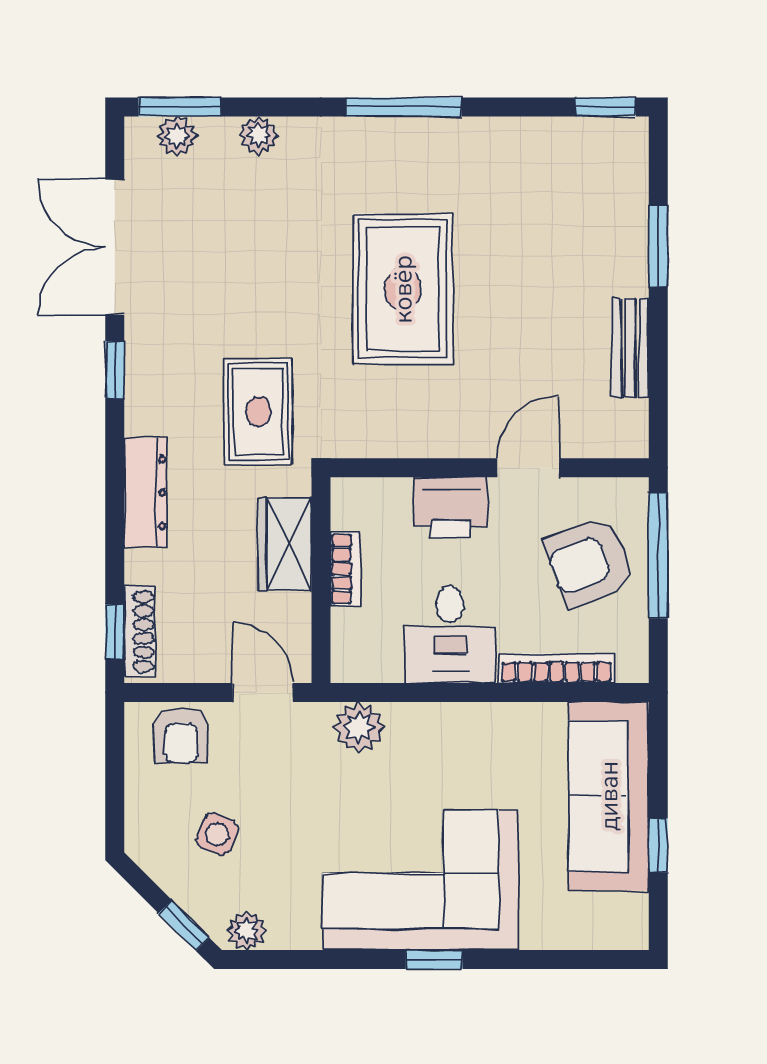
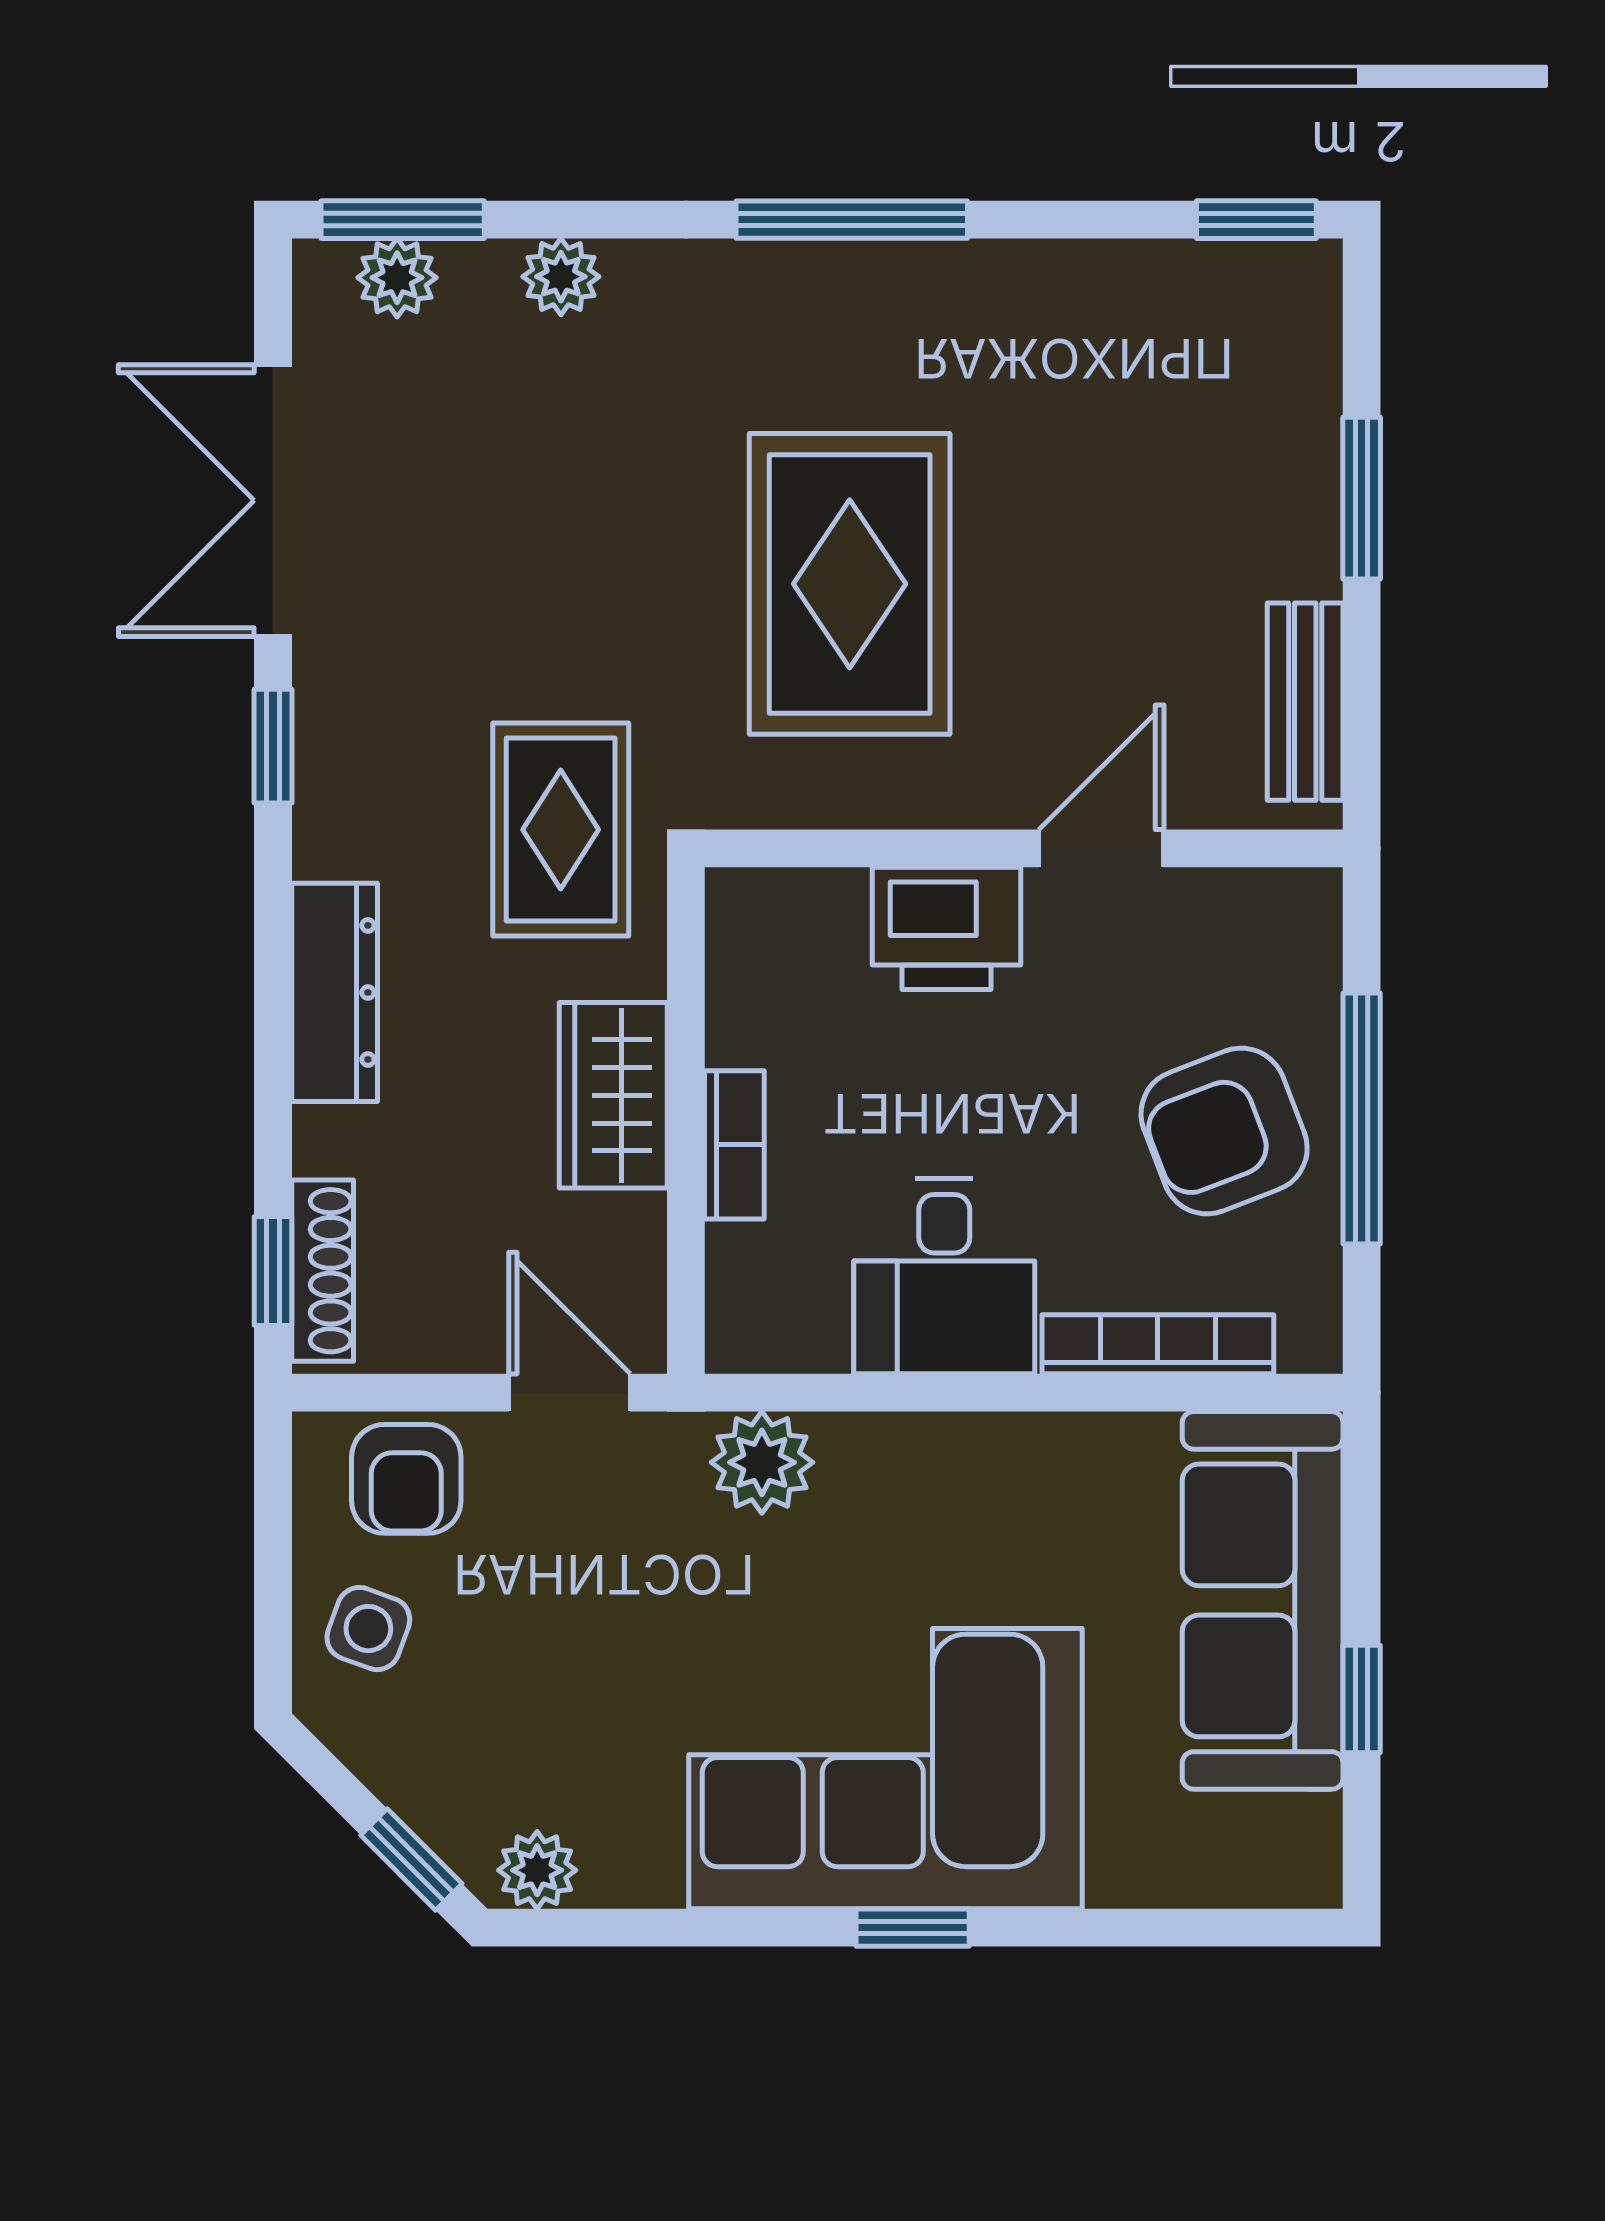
wall: (490, 468) -> (1024, 848), moved
door: (528, 468) -> (1101, 848), moved
printer: (451, 508) -> (947, 928), moved
side table: (217, 834) -> (368, 1629), moved

